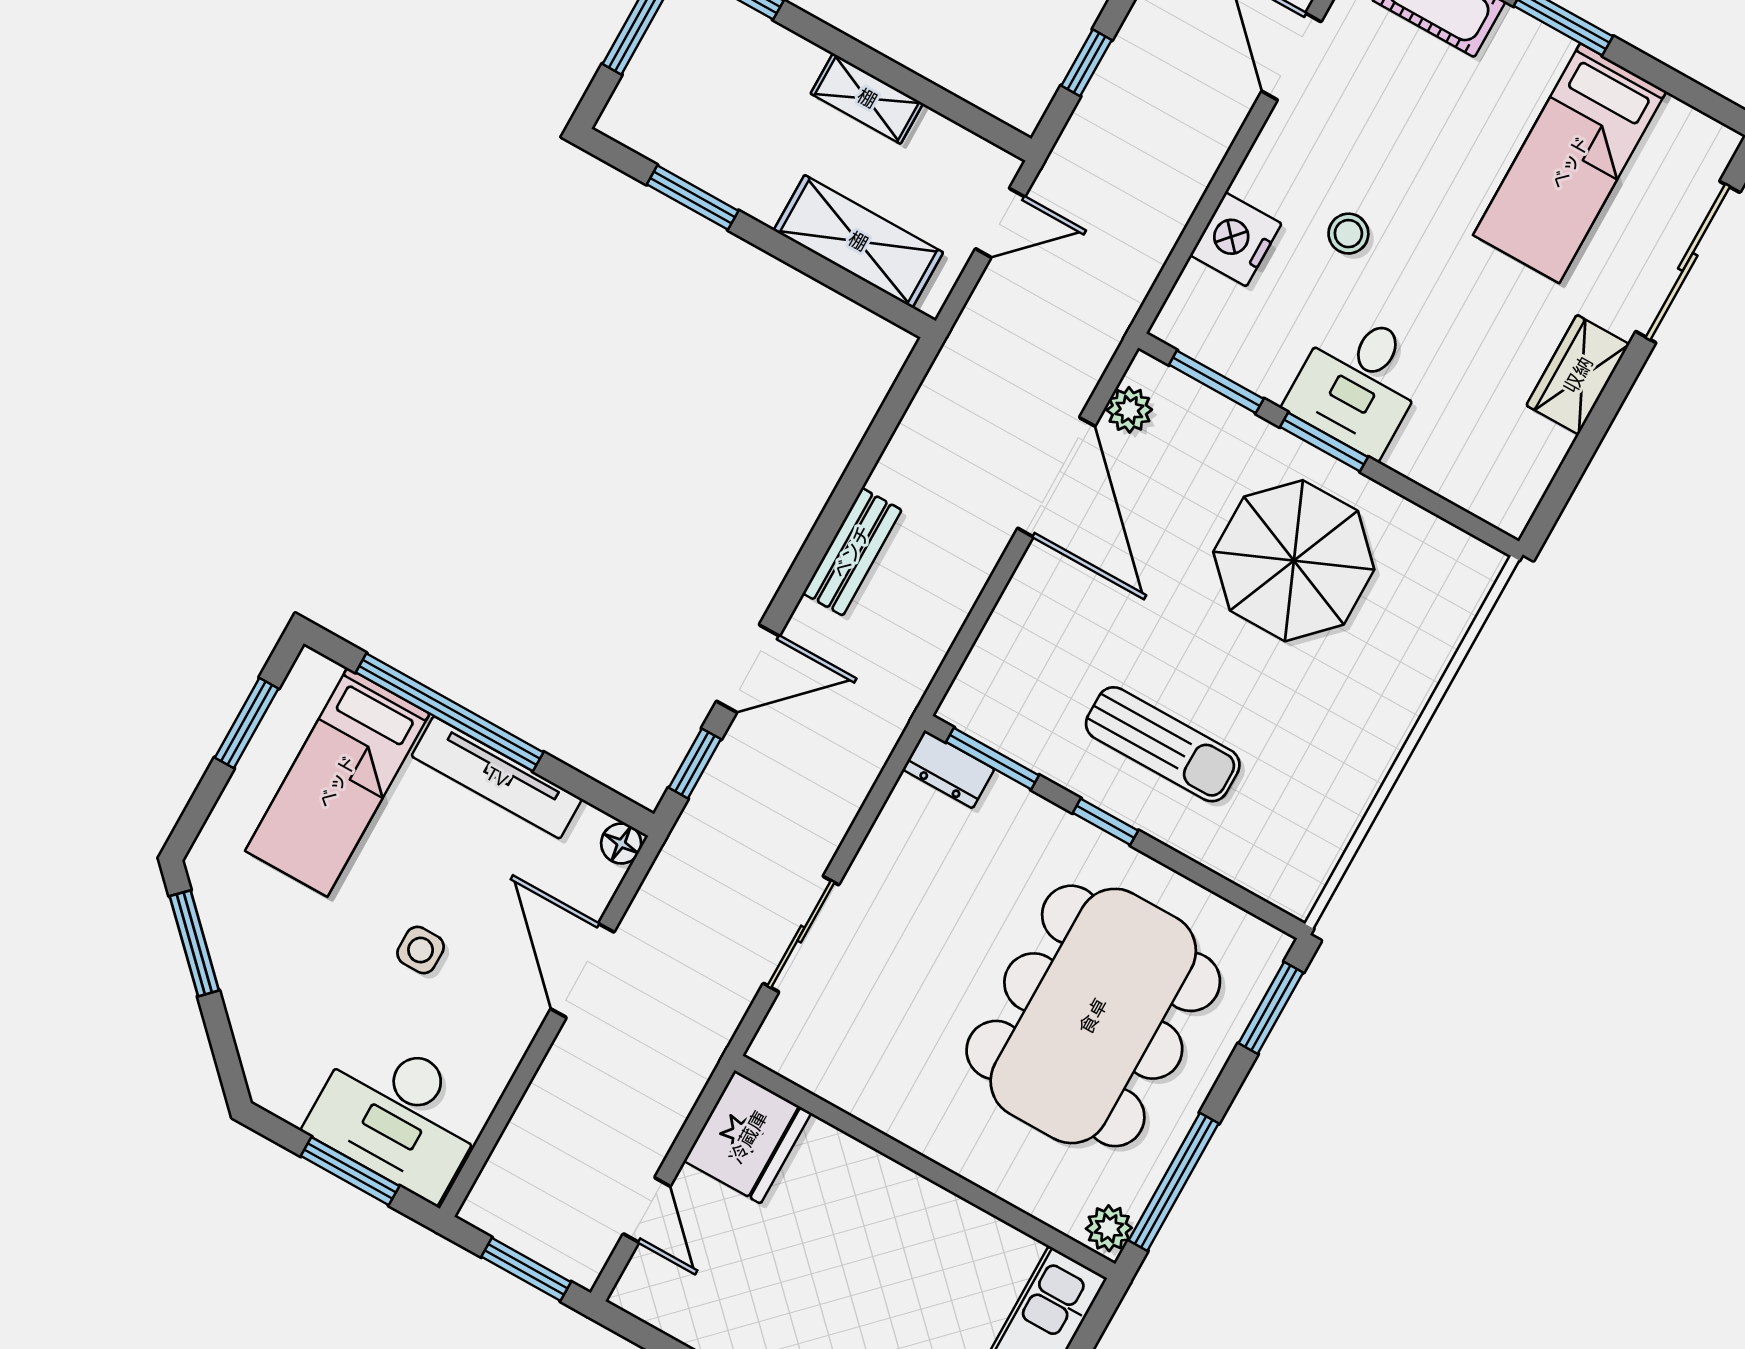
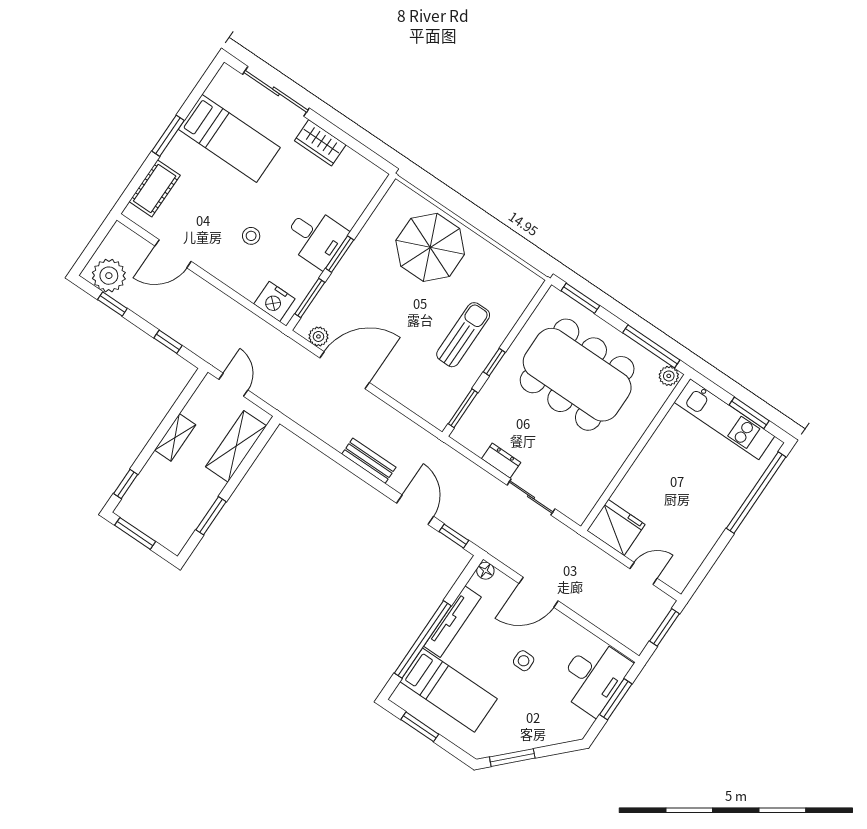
nightstand: (1236, 239) -> (274, 301), moved
parasol: (1294, 561) -> (430, 247), moved
dresser: (948, 769) -> (501, 461), moved, turned -90

